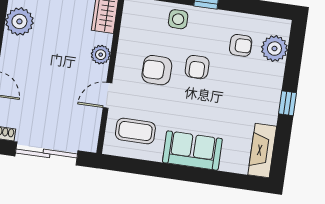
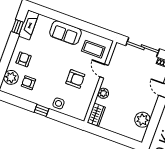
armchair: (197, 67) -> (24, 59), moved
door: (107, 95) -> (104, 71), swing flipped
window: (287, 103) -> (18, 27), moved

